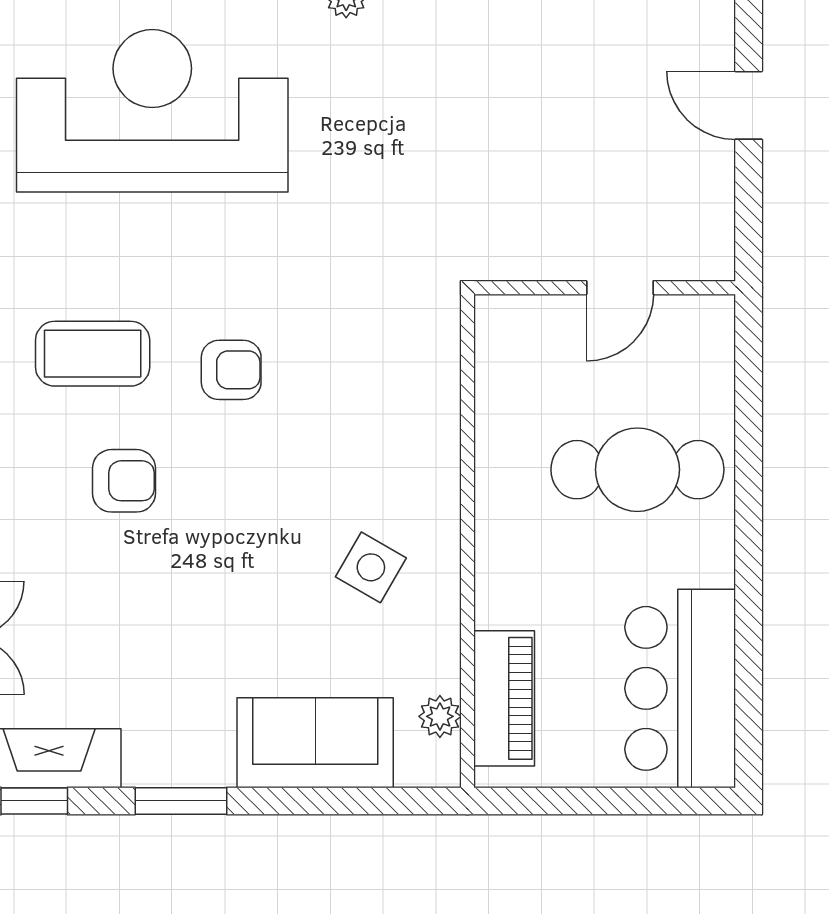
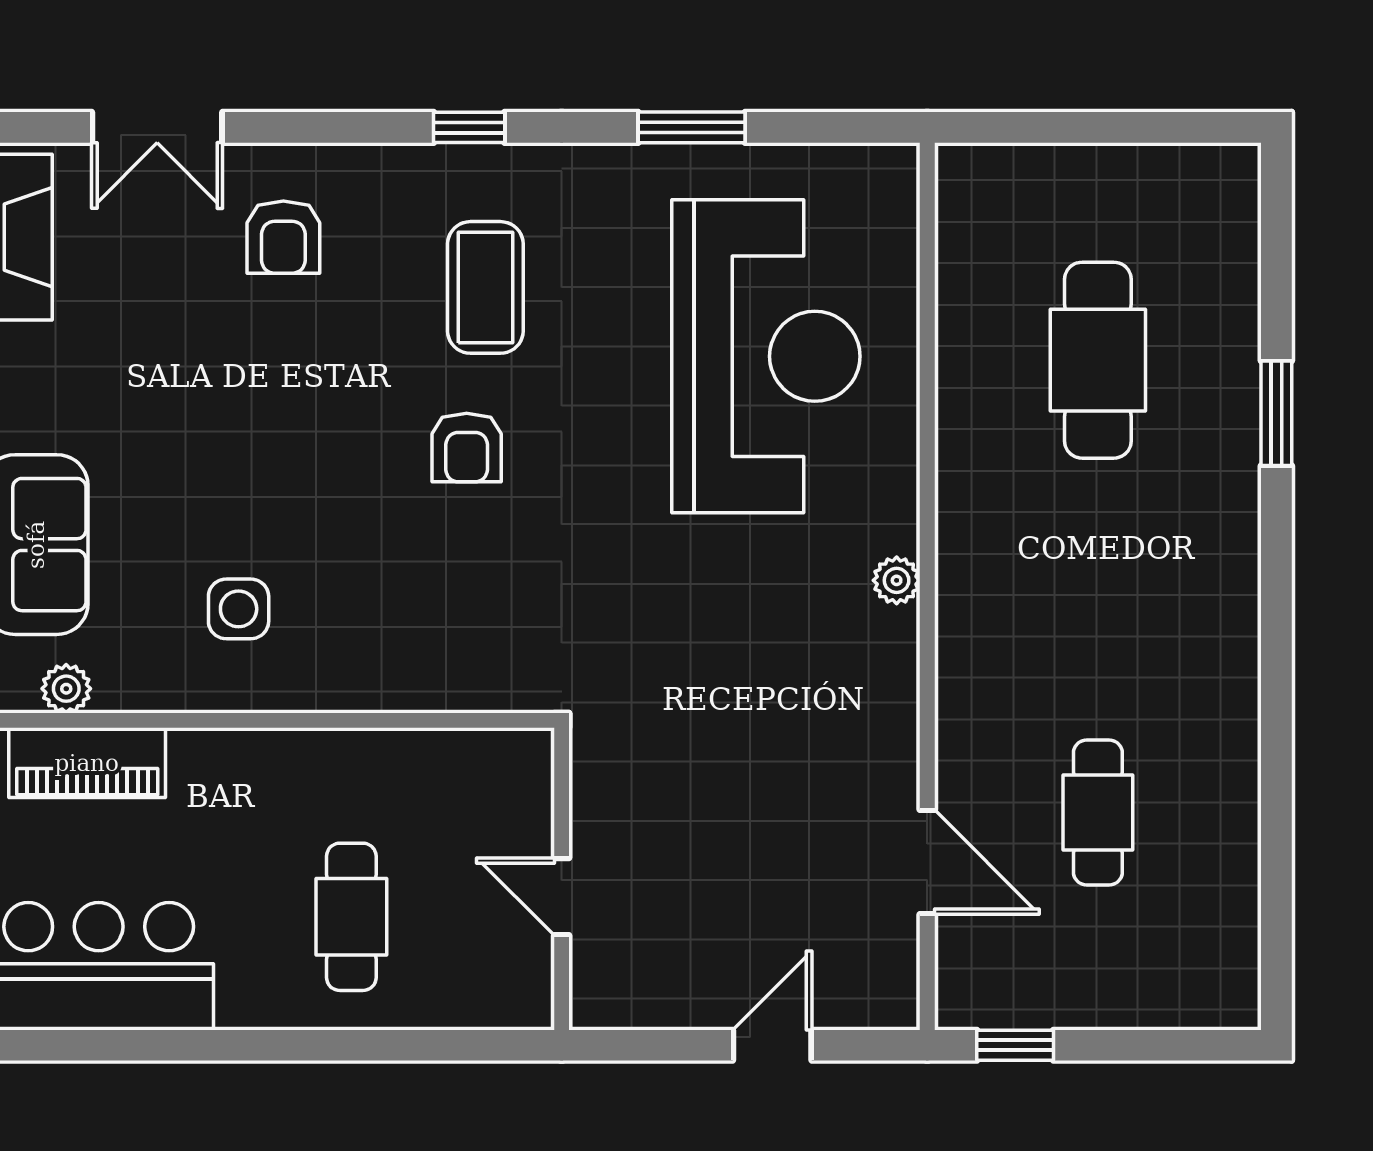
cafe table: (637, 470) -> (351, 917), width x0.73, depth x0.74
armchair: (124, 481) -> (283, 237), moved
side table: (371, 567) -> (239, 609), turned -30

